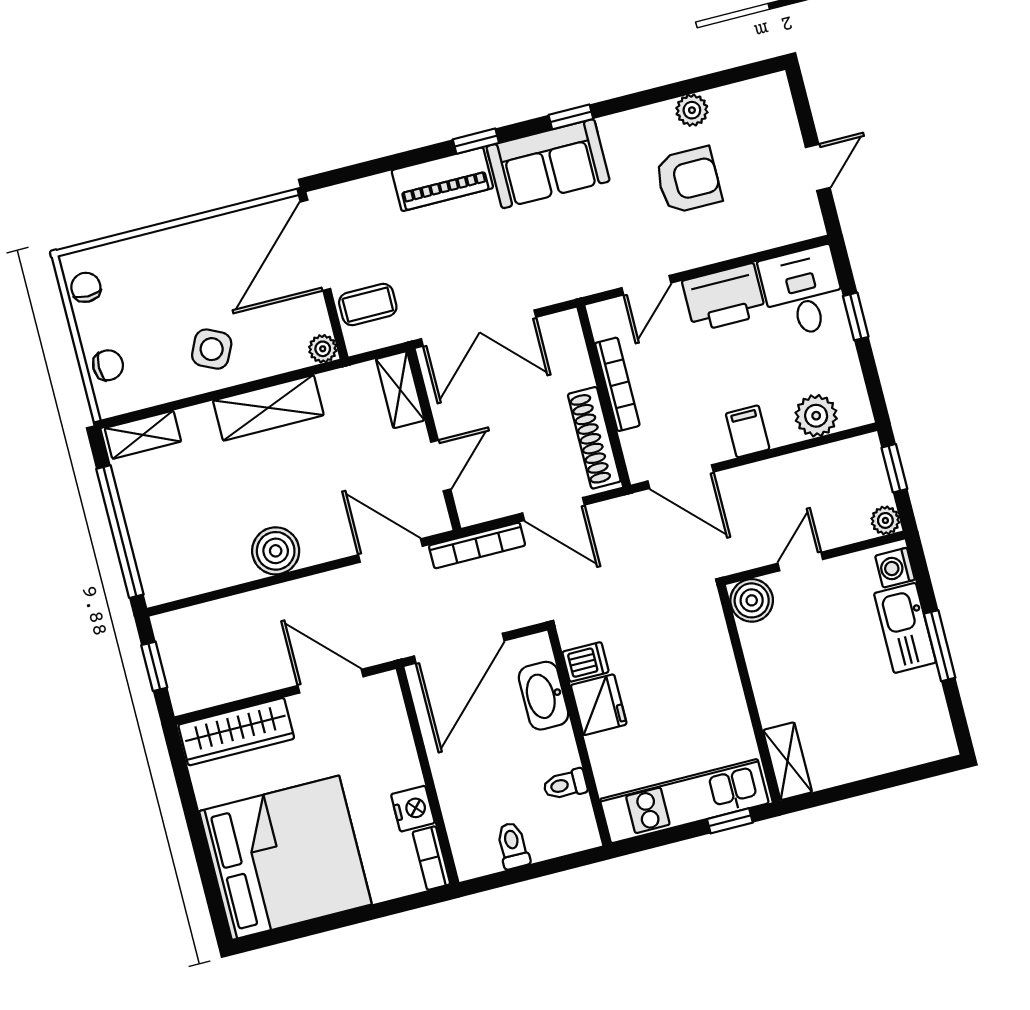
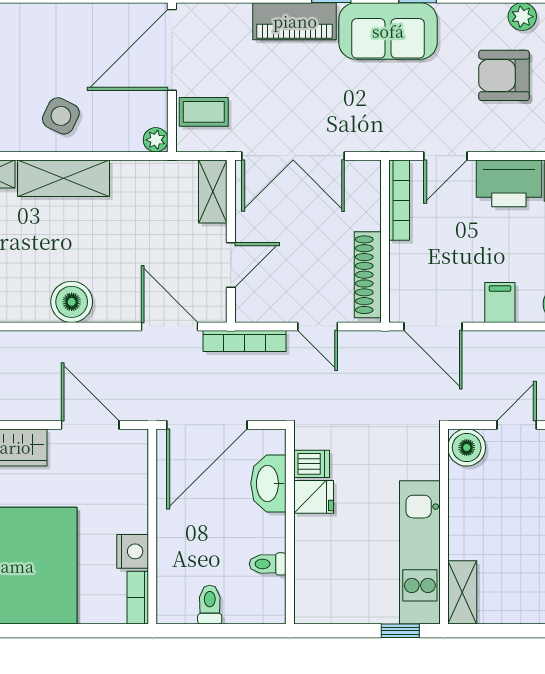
armchair: (688, 180) -> (504, 75), turned 180
bookcase: (617, 384) -> (399, 200), moved
shelving: (268, 408) -> (63, 178), moved
door: (553, 509) -> (318, 326), width x0.73
fridge: (599, 705) -> (314, 497), width x0.72
kitchen unit: (684, 801) -> (420, 552), moved, turned -90

